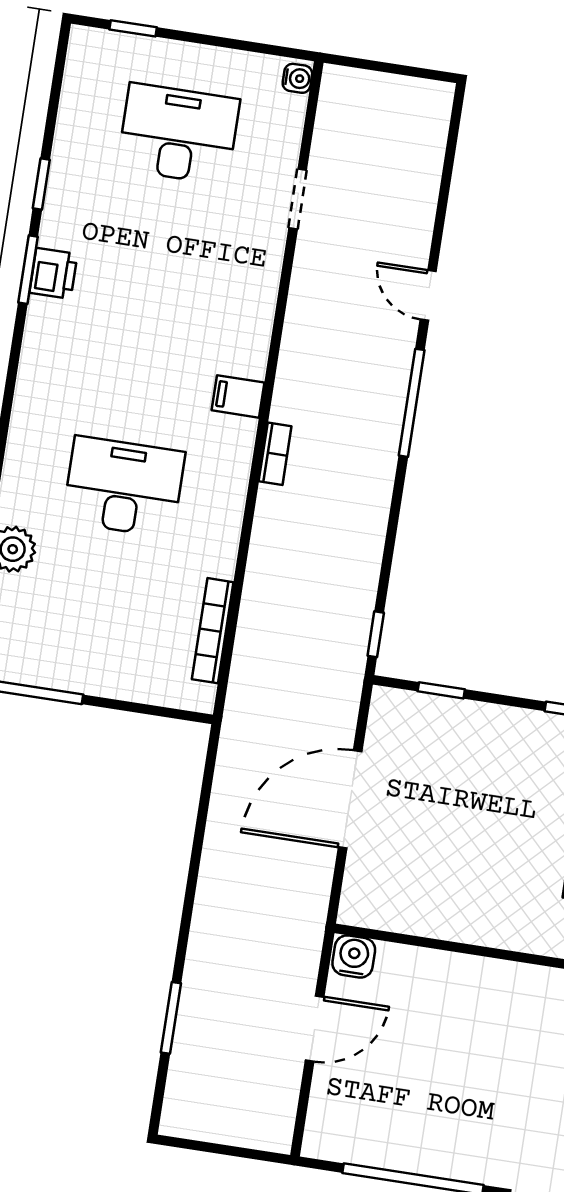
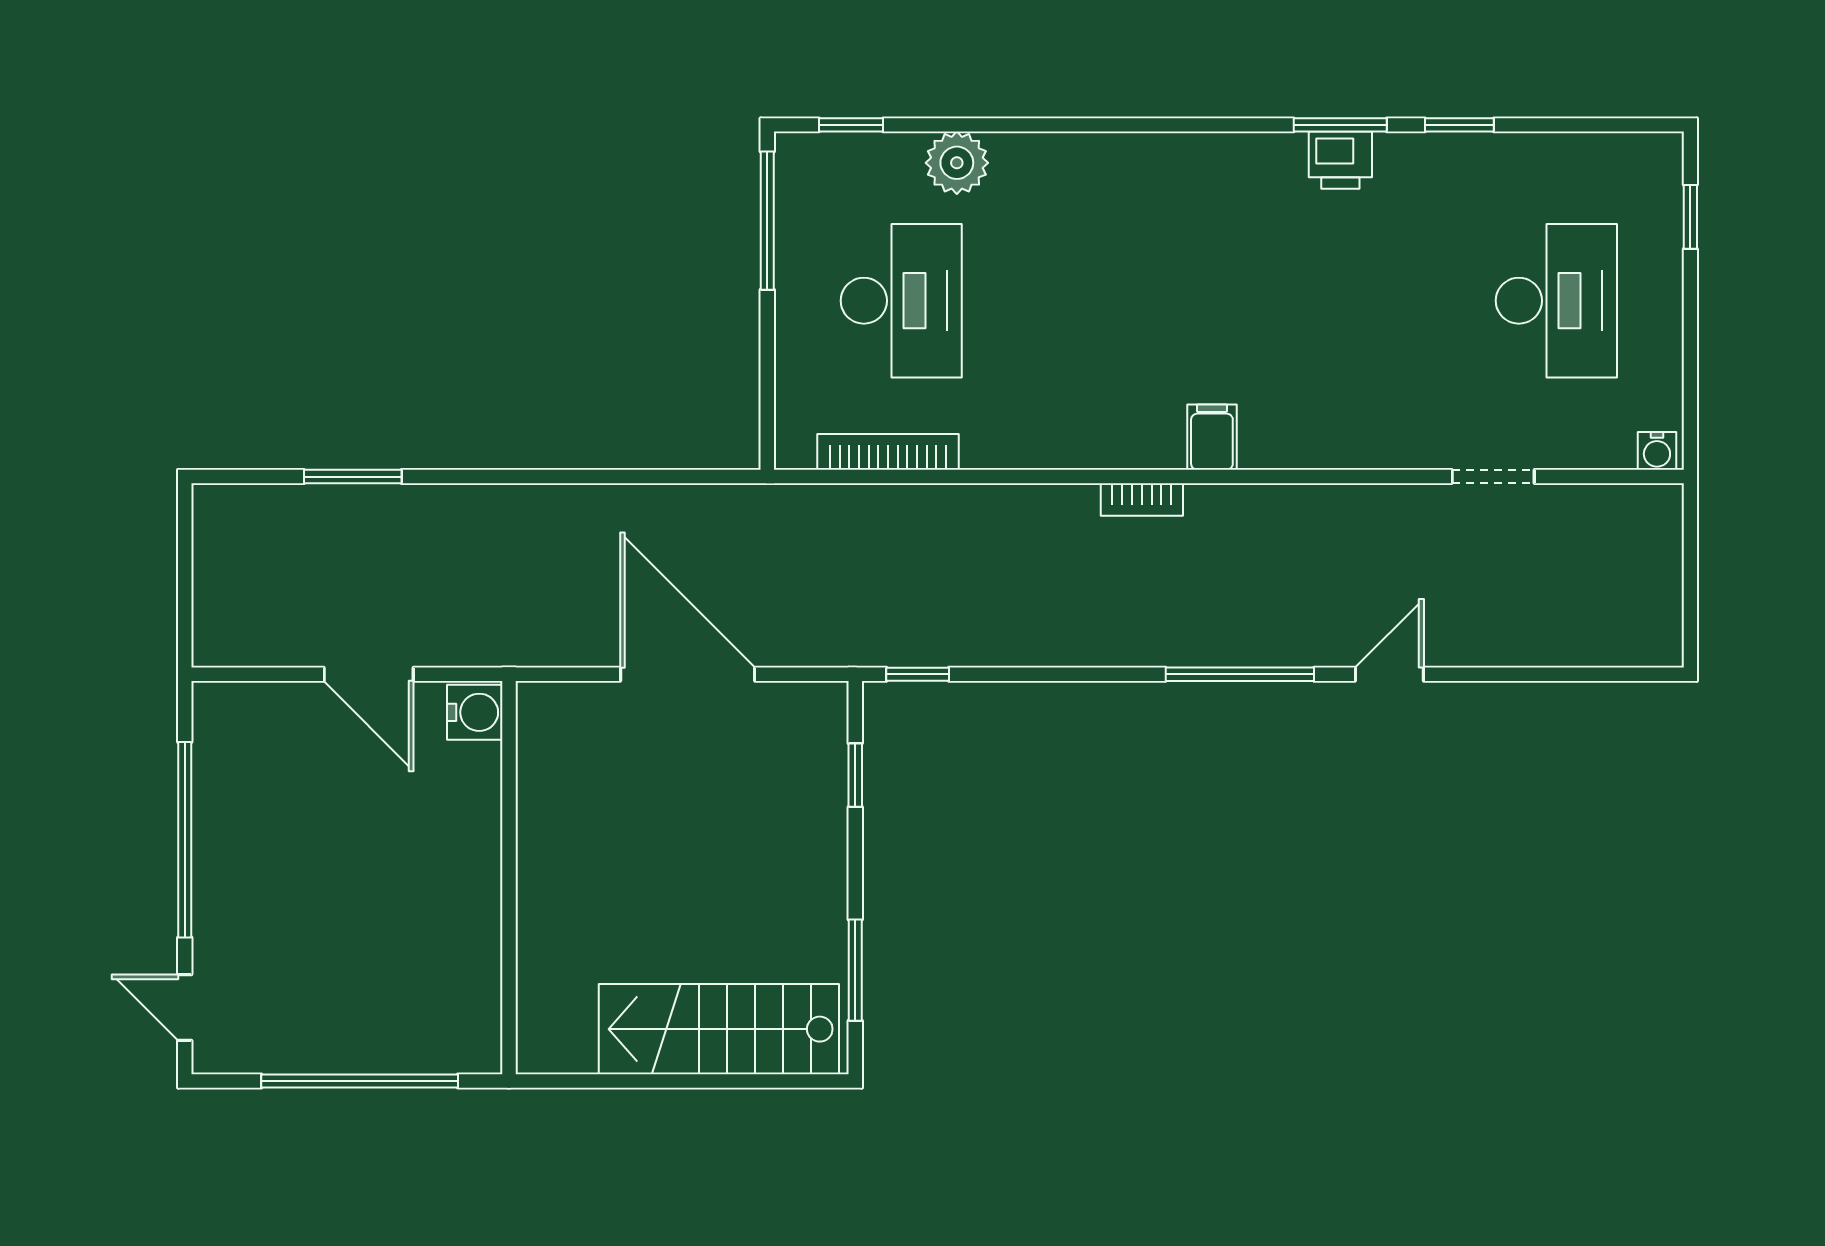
desk: (124, 487) -> (901, 301), moved

